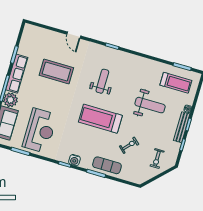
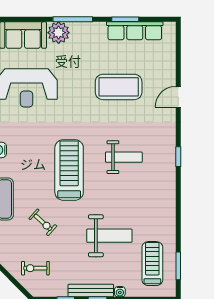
coffee table: (56, 71) -> (119, 87), turned 90
row of seats: (17, 74) -> (135, 31), moved
treadmill: (176, 83) -> (152, 264), turned 180
weight bench: (150, 105) -> (109, 236), turned -90

